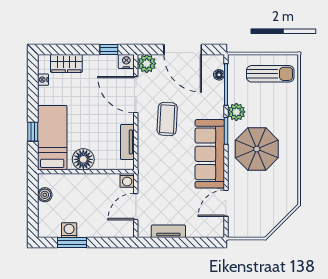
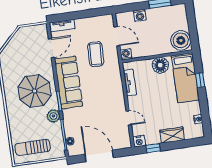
wardrobe: (66, 63) -> (172, 135), moved
plant: (147, 64) -> (124, 142), removed
door: (136, 95) -> (129, 118), width x0.53
coffee table: (167, 119) -> (96, 54), moved
boiler: (45, 195) -> (181, 40), width x1.86, depth x1.86
door: (136, 207) -> (117, 36), hinge flipped
washing machine: (69, 230) -> (140, 15), moved
tv unit: (168, 231) -> (62, 26), moved

